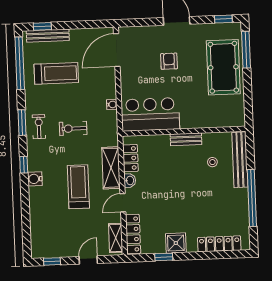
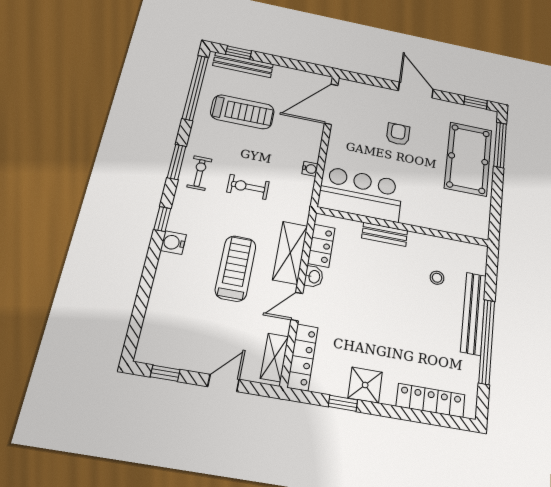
bench: (186, 139) -> (385, 234), moved
bench: (240, 160) -> (474, 313), moved

